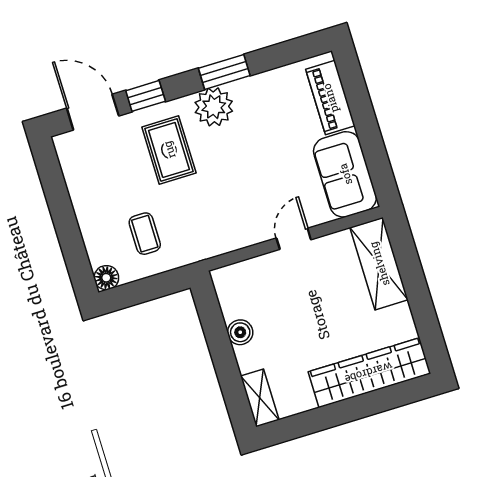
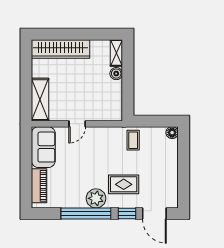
window: (224, 72) -> (86, 214), width x2.11
rug: (169, 150) -> (124, 184), turned 90
coffee table: (145, 234) -> (133, 140), moved
boiler: (240, 332) -> (116, 74), moved

